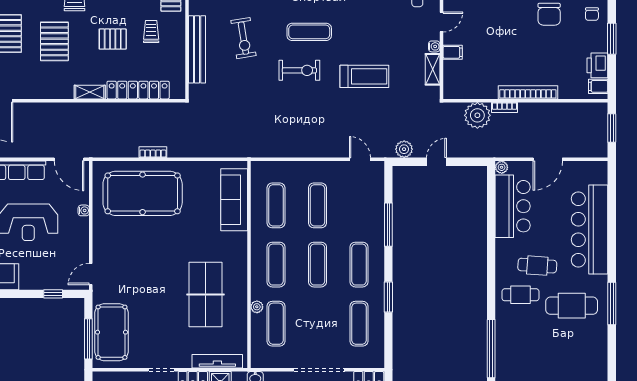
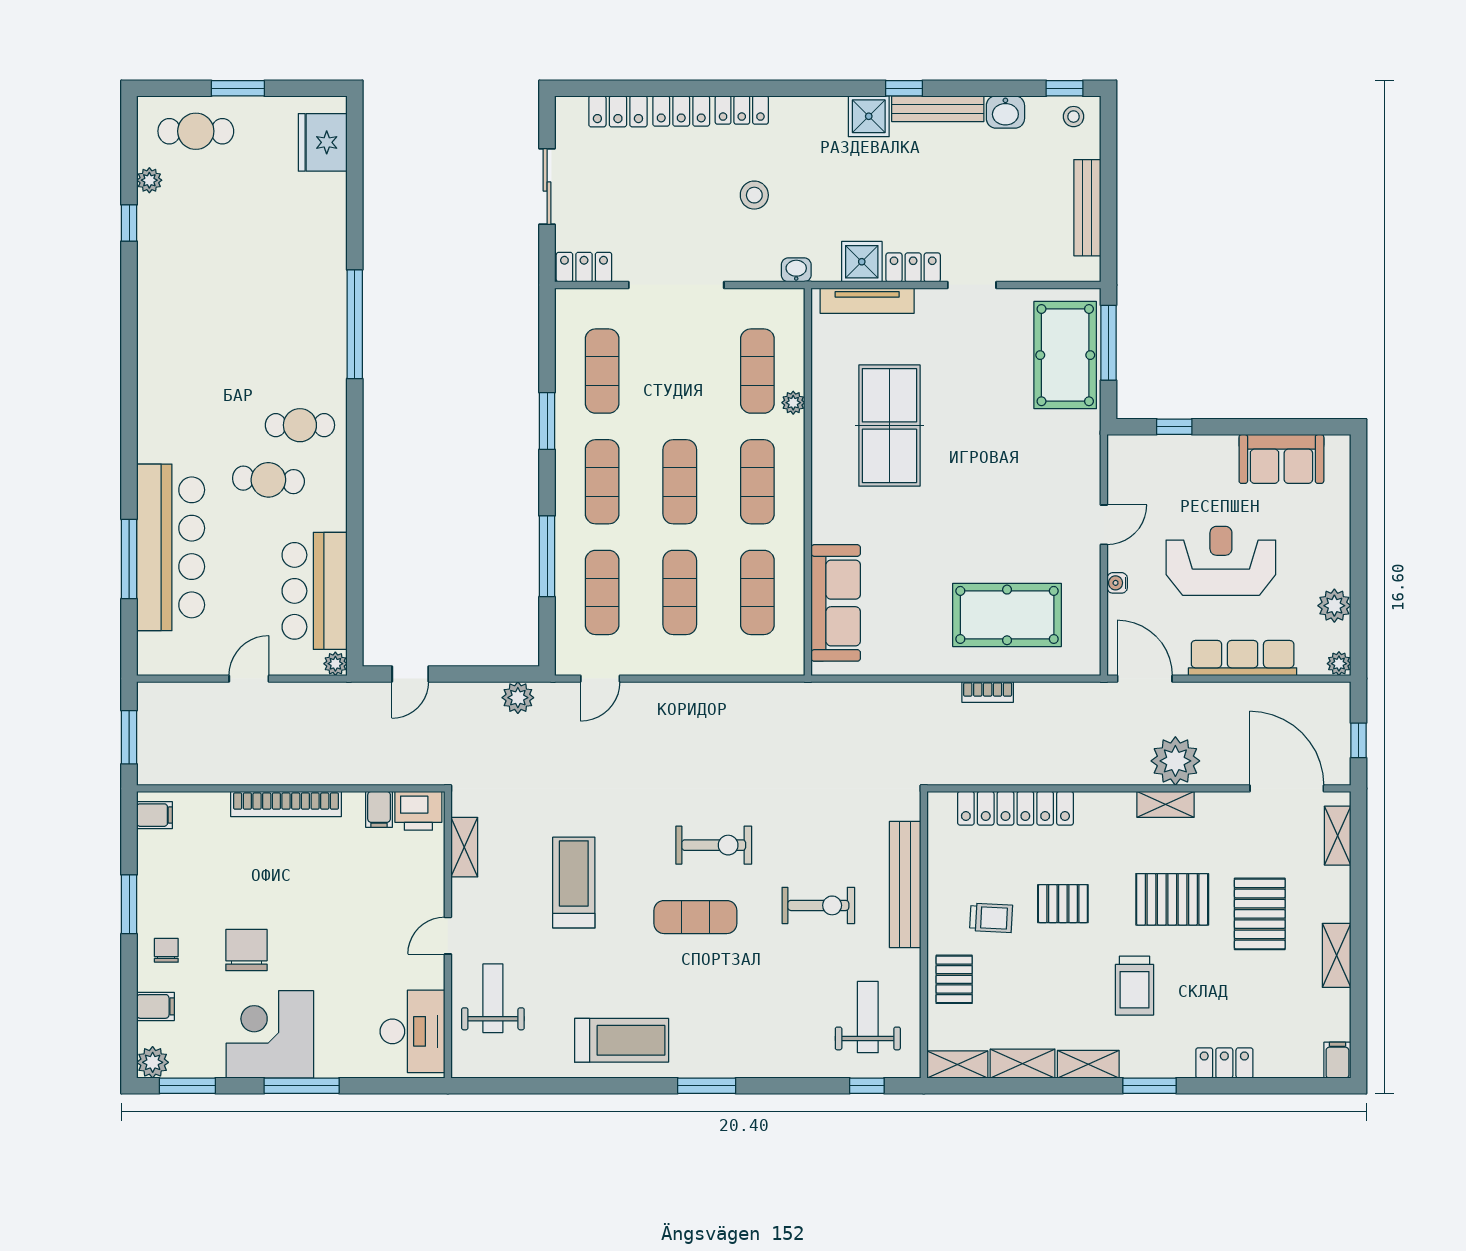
trolley: (151, 31) -> (991, 918), turned -87
exercise bike: (243, 38) -> (818, 905), turned 99
pallet: (54, 41) -> (1172, 899), turned 90
water cooler: (434, 46) -> (461, 890), removed
filing cabinet: (453, 52) -> (379, 809), moved, turned -90
printer: (597, 65) -> (418, 811), moved, turned 90
exercise bike: (299, 70) -> (714, 845), turned 180
treadmill: (364, 76) -> (574, 883), moved, turned 90
shelving: (90, 92) -> (1166, 804), moved
bookcase: (505, 107) -> (330, 776), removed
plant: (477, 115) -> (1175, 761), moved
door: (360, 159) -> (600, 679), hinge flipped
door: (548, 159) -> (249, 679), width x0.73
door: (436, 162) -> (410, 674), moved
pool table: (143, 193) -> (1007, 615), width x0.73, depth x0.76
exercise mat: (359, 205) -> (602, 592), added
door: (91, 274) -> (1104, 525), moved
window: (612, 304) -> (129, 559), moved
cafe table: (572, 306) -> (204, 405), removed

